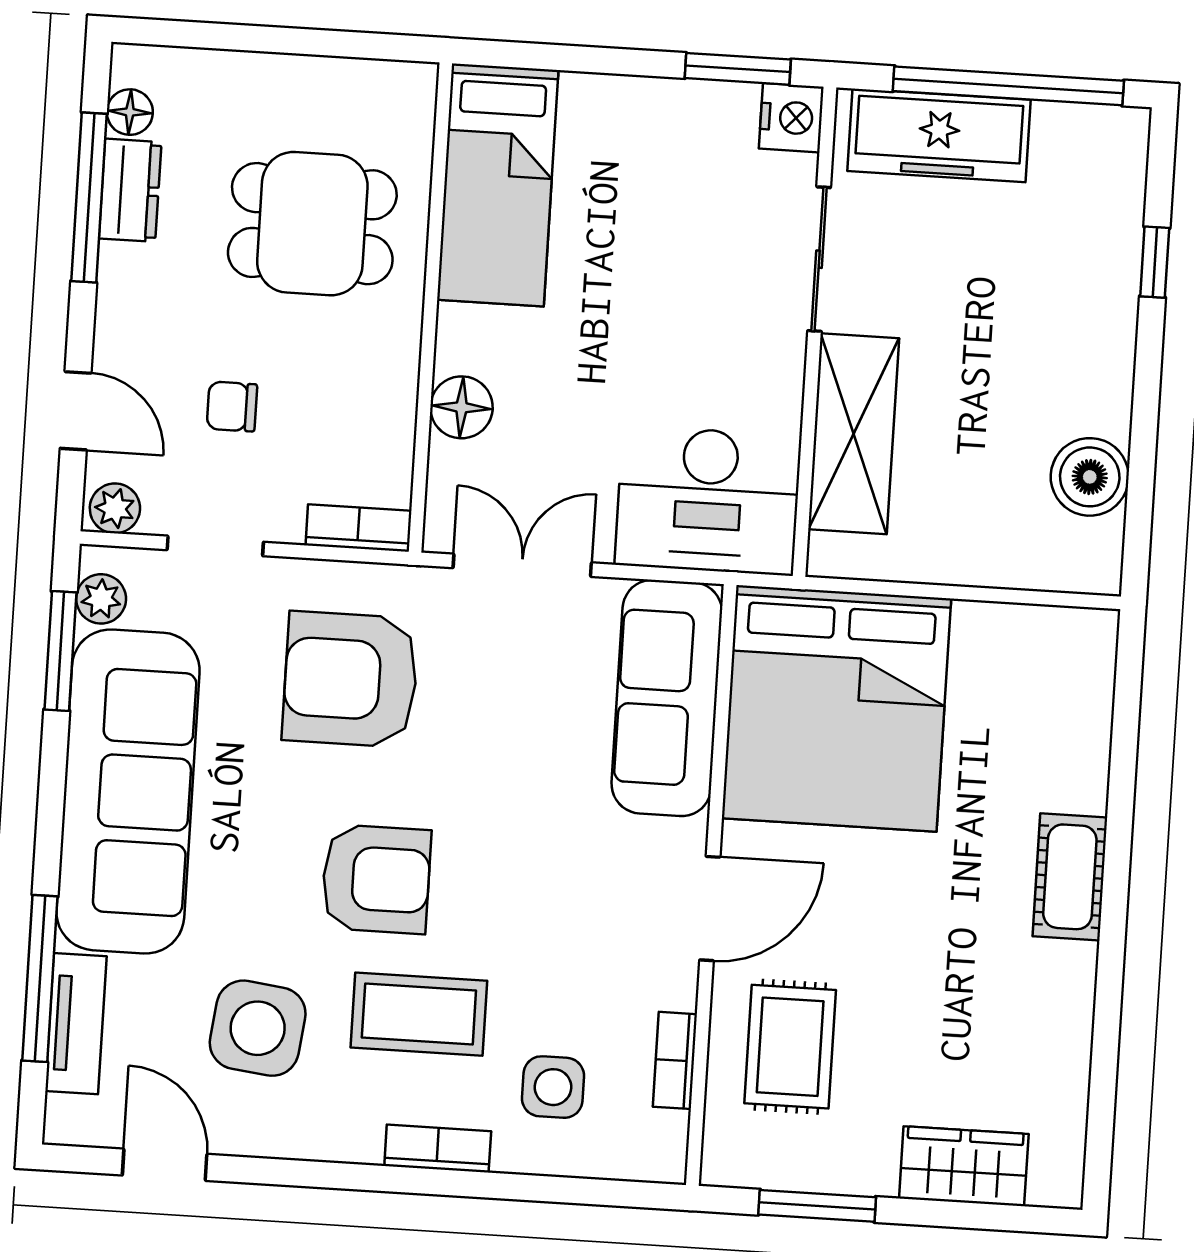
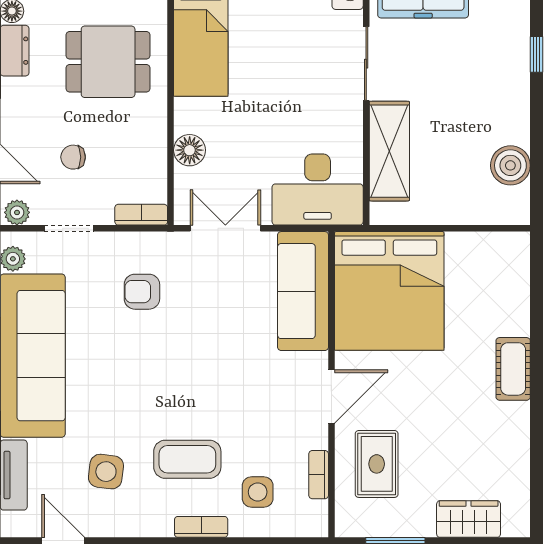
armchair: (350, 679) -> (142, 292), width x0.53, depth x0.53
armchair: (376, 879) -> (161, 392), removed
side table: (258, 1028) -> (106, 472), width x0.73, depth x0.73

